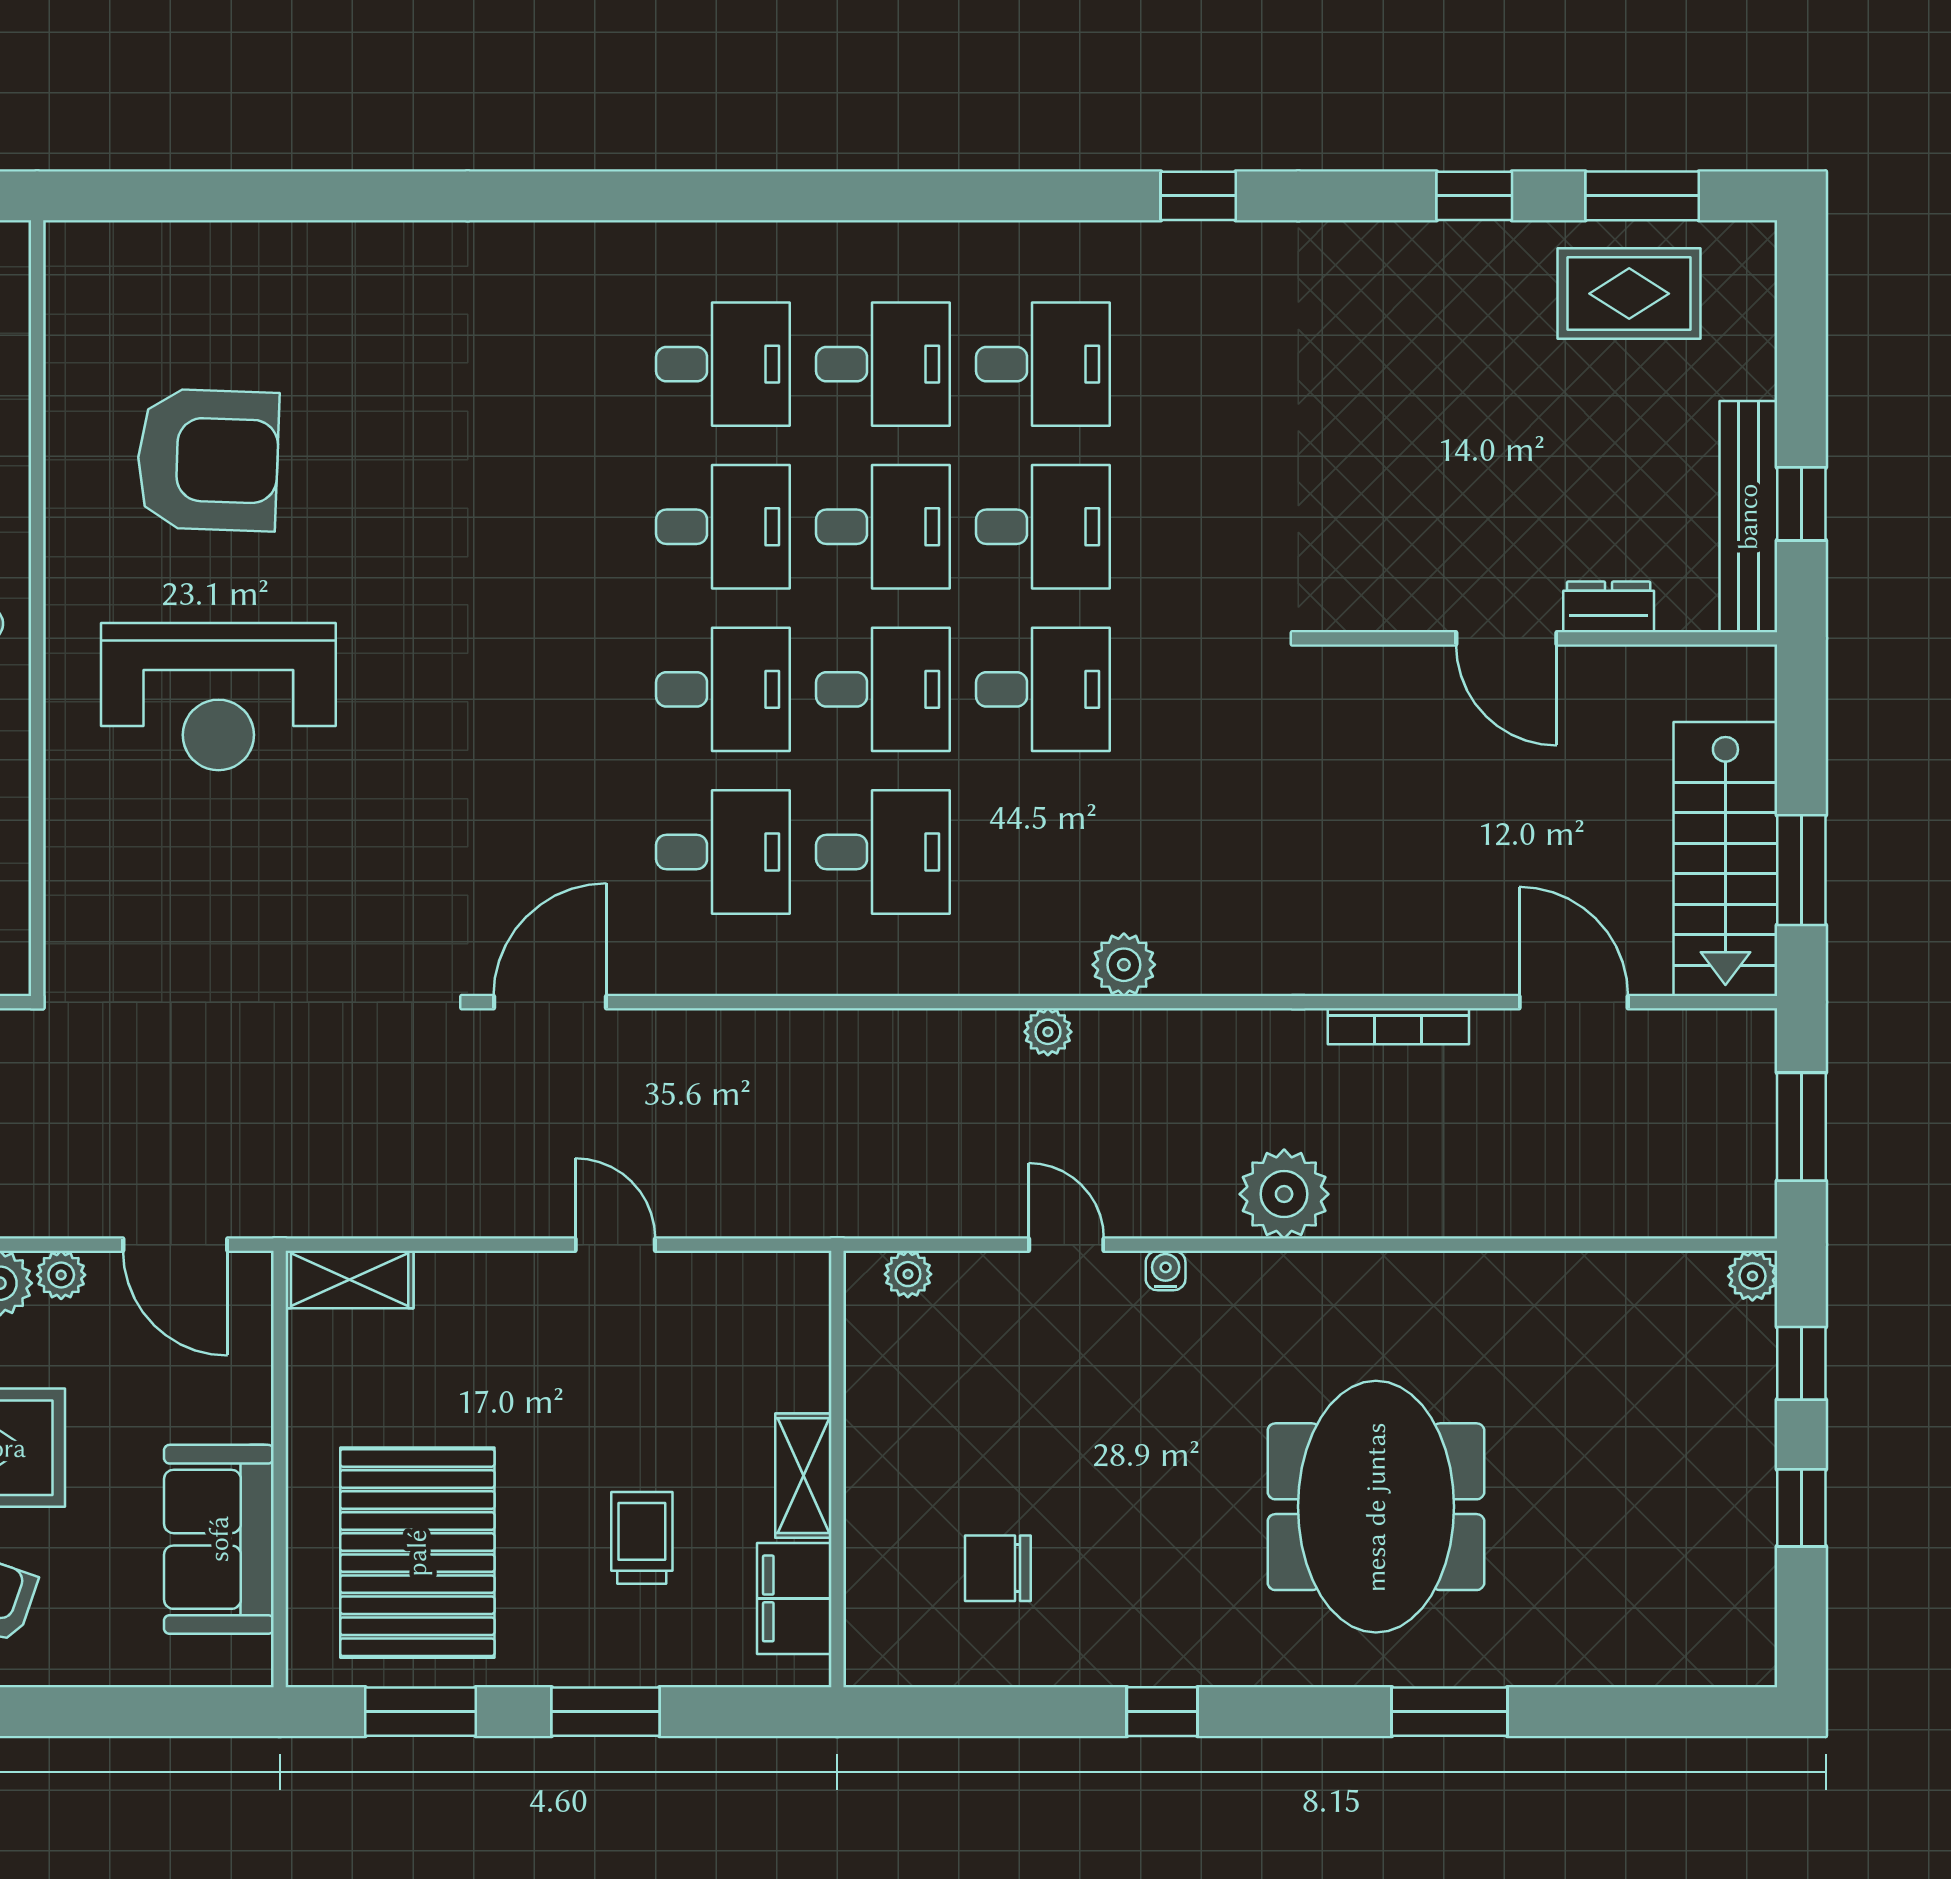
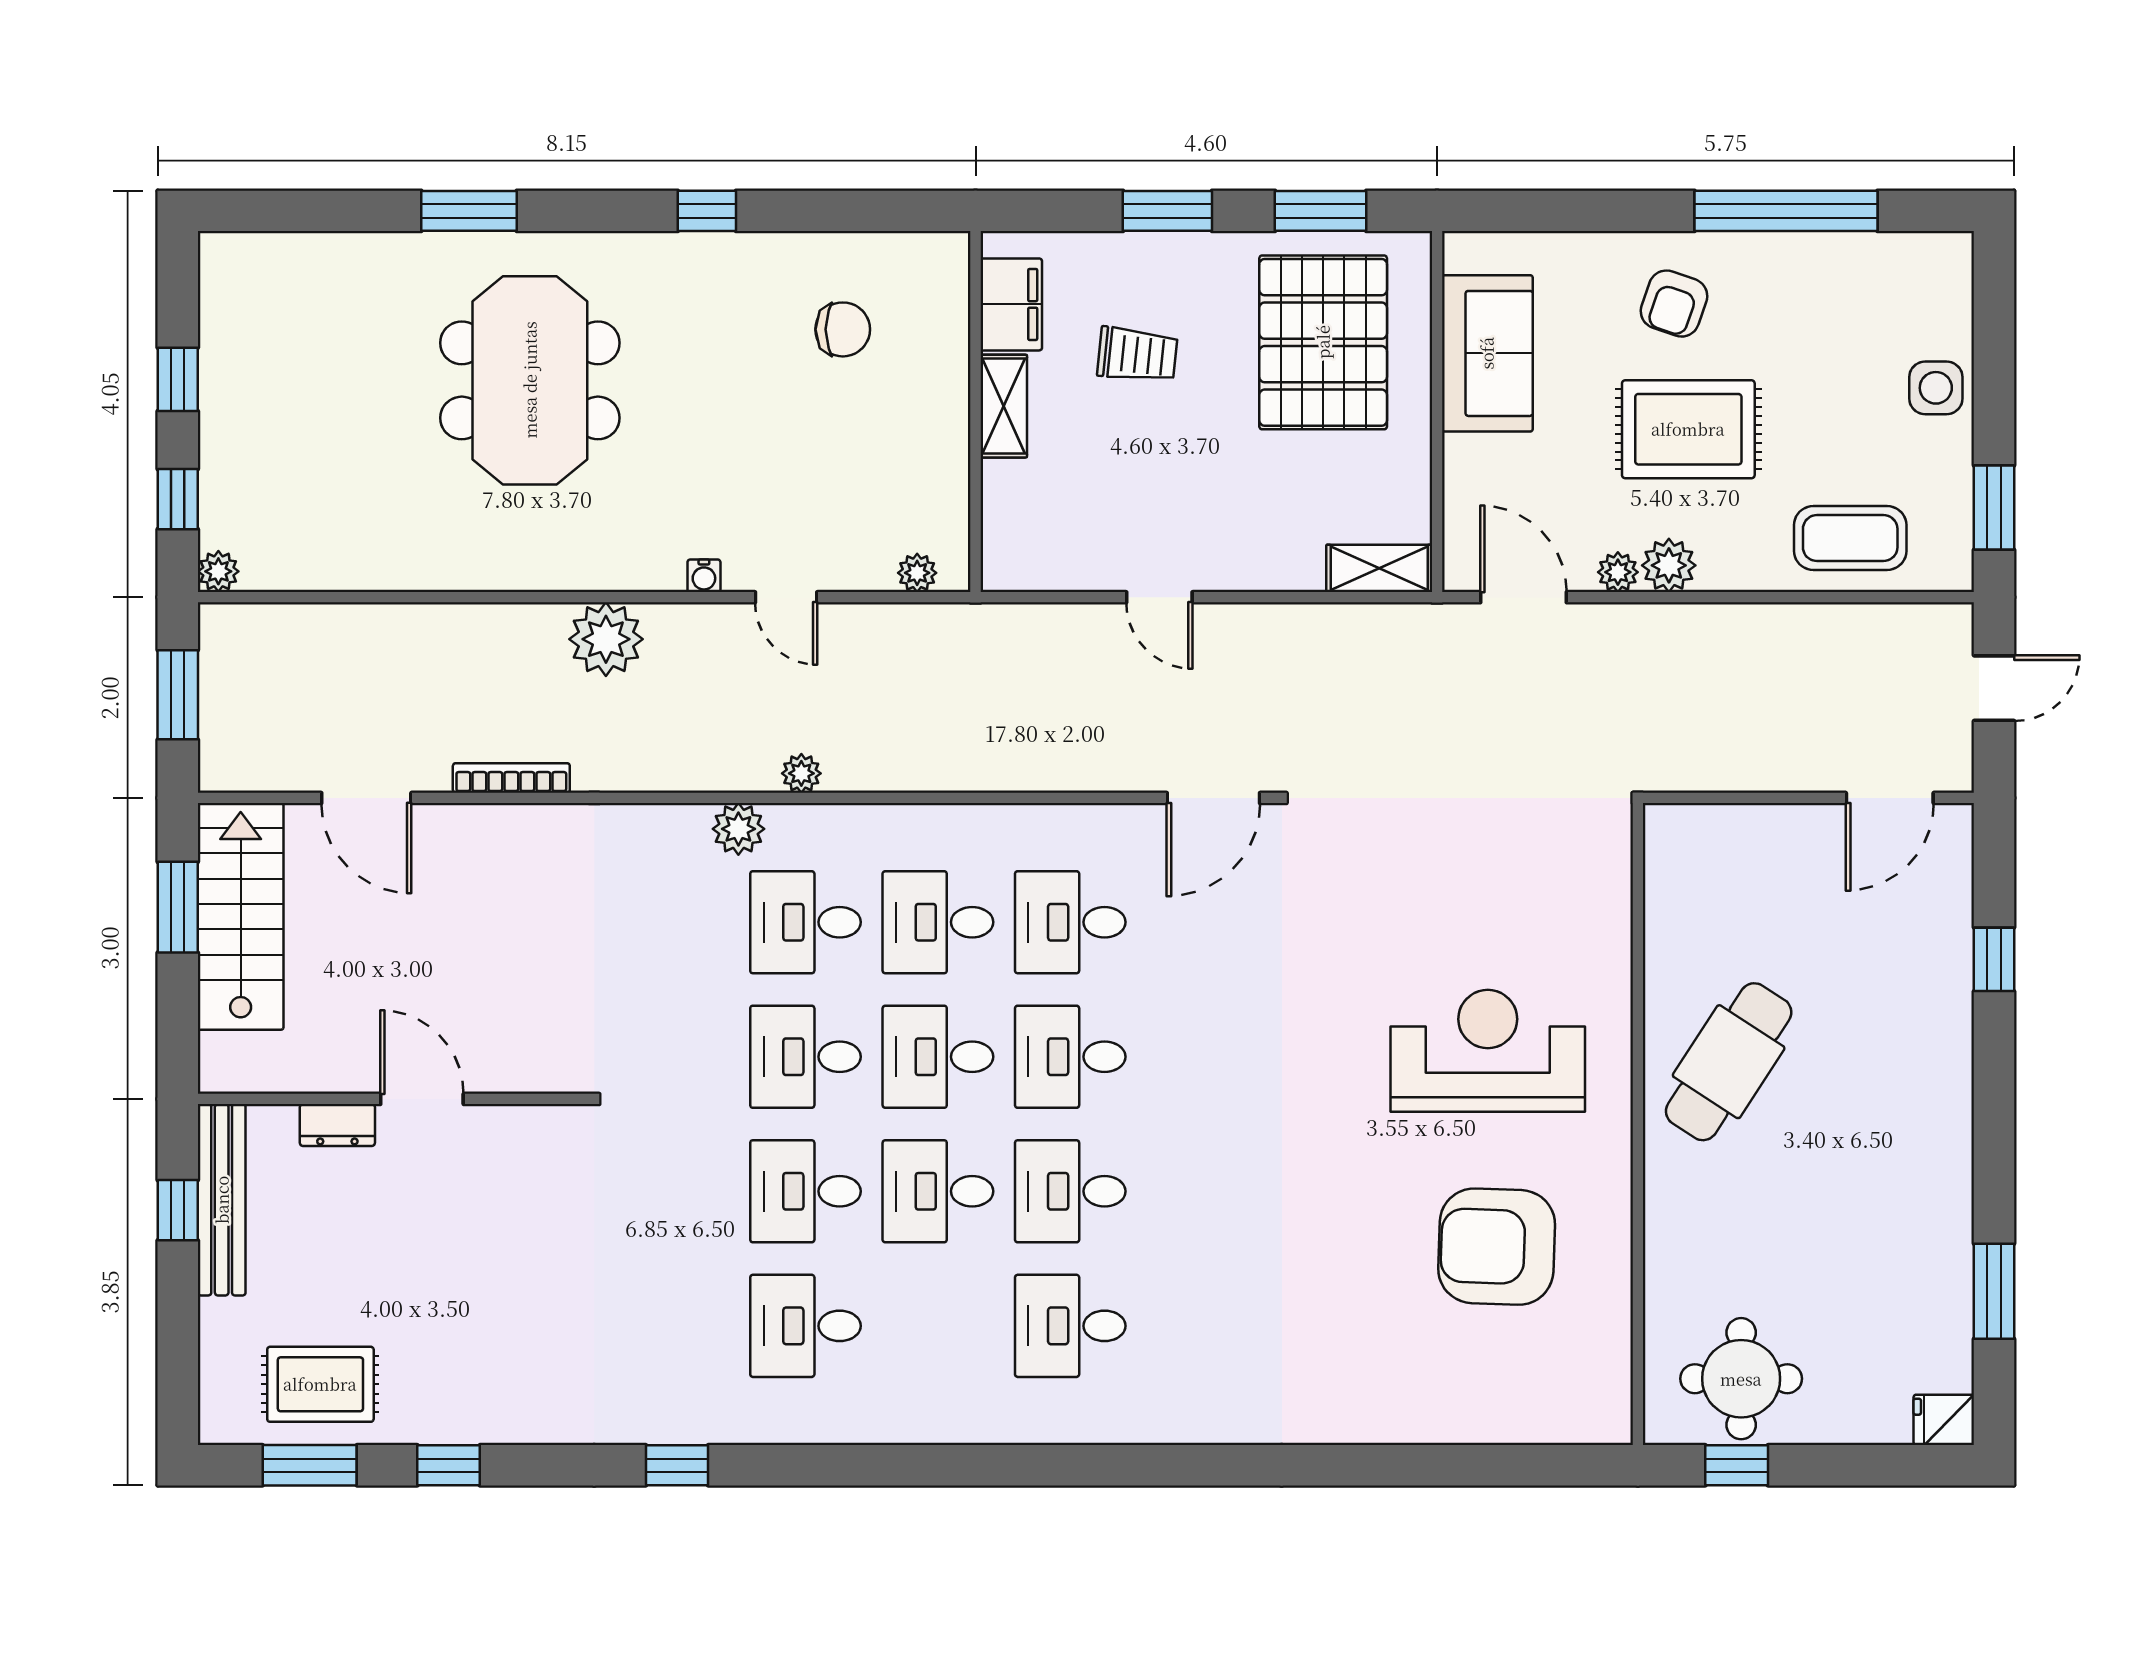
desk: (883, 364) -> (805, 922), moved
trolley: (642, 1538) -> (1137, 355), turned -84

